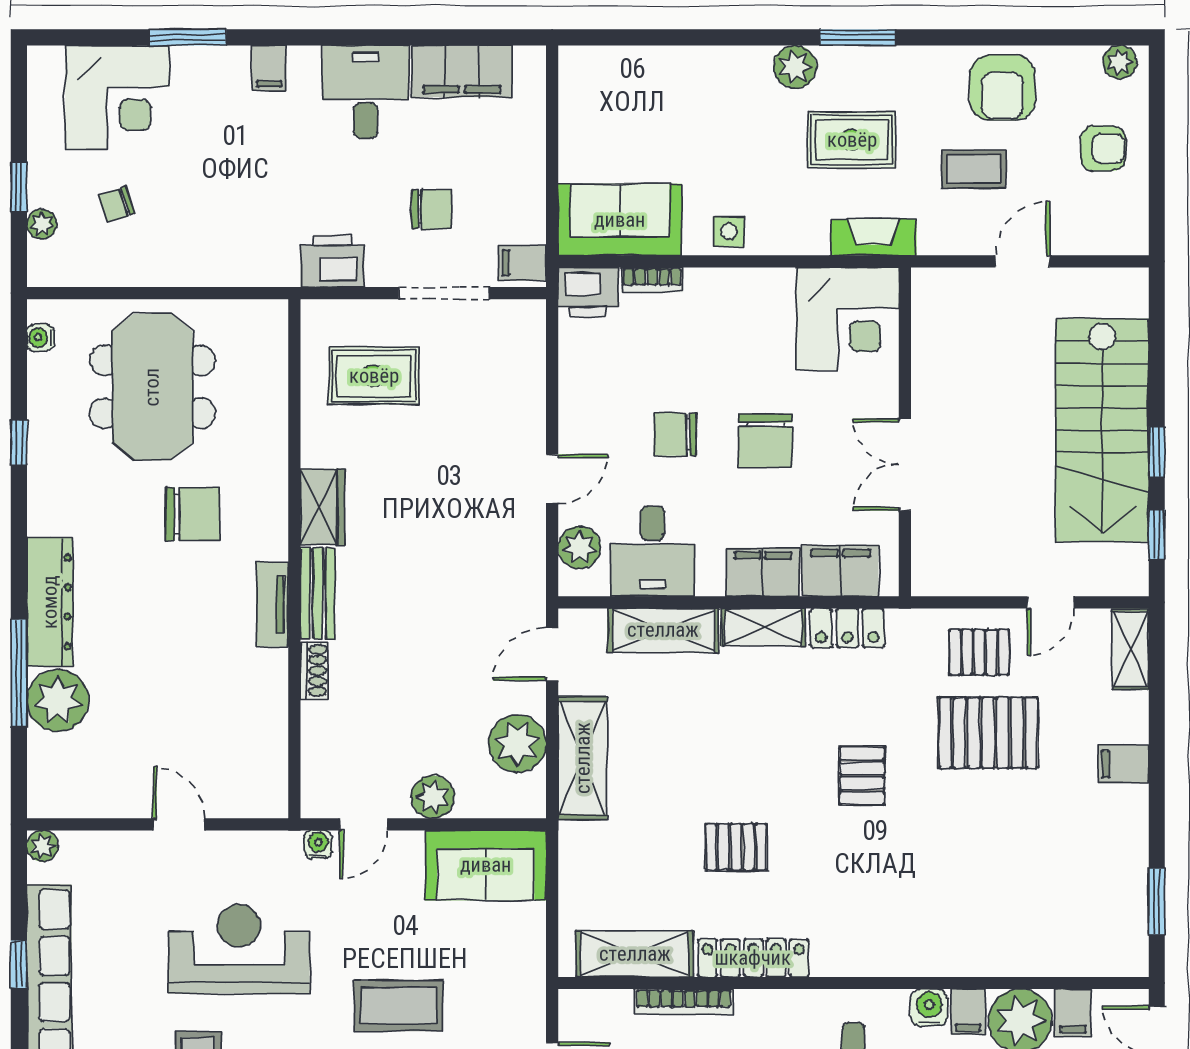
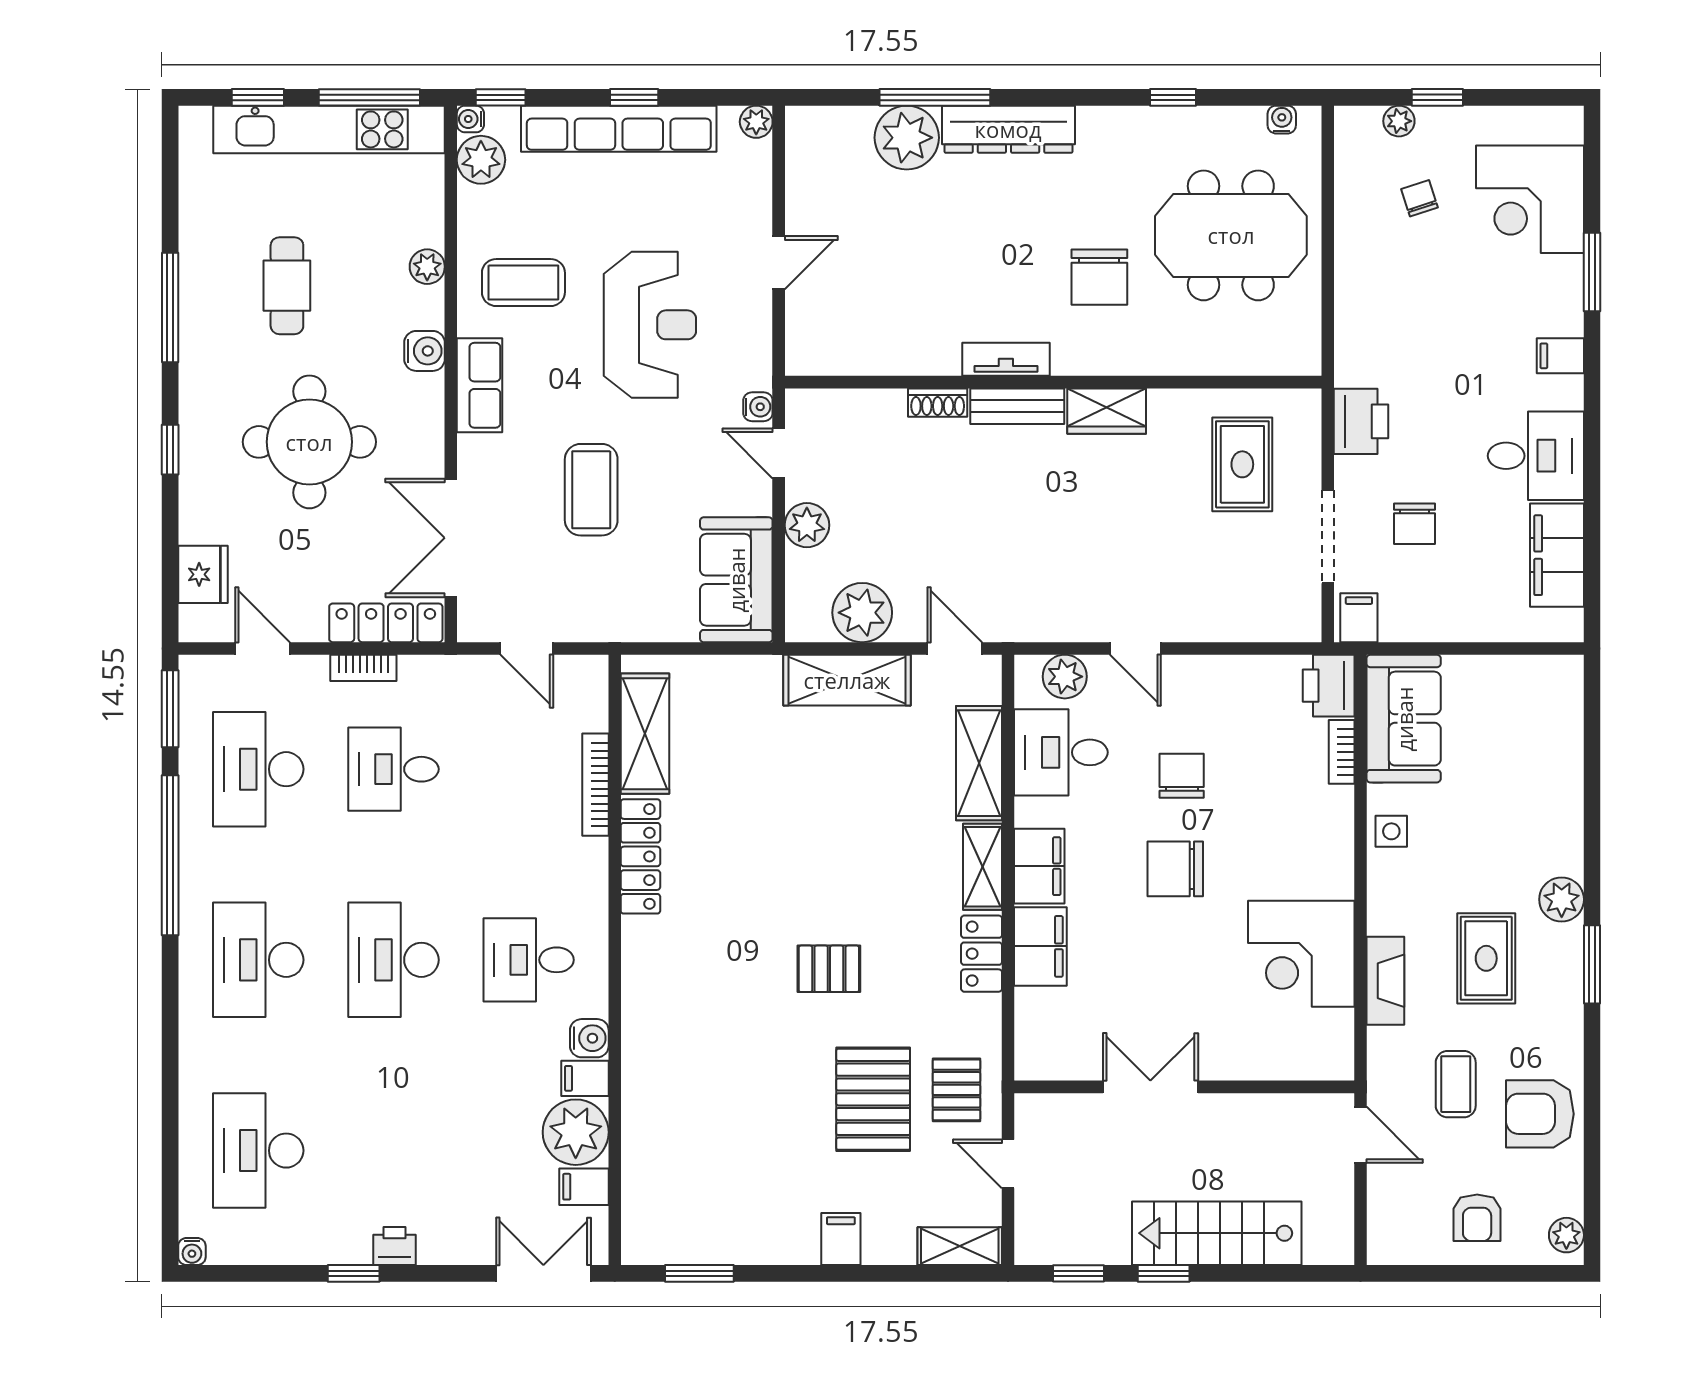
stairs: (1102, 430) -> (1217, 1233), width x0.73, depth x0.66
wall: (905, 432) -> (1184, 1087), moved
double door: (905, 465) -> (1150, 1087), moved
pallet: (736, 847) -> (755, 839), removed

